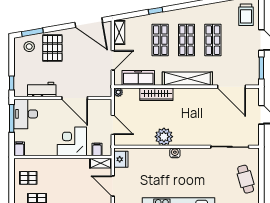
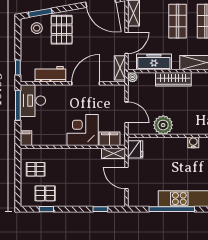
shelving: (106, 84) -> (120, 68), added
door: (75, 98) -> (86, 83), swing flipped
plant: (164, 137) -> (163, 125), moved
filing cabinet: (97, 149) -> (110, 139), width x2.00

